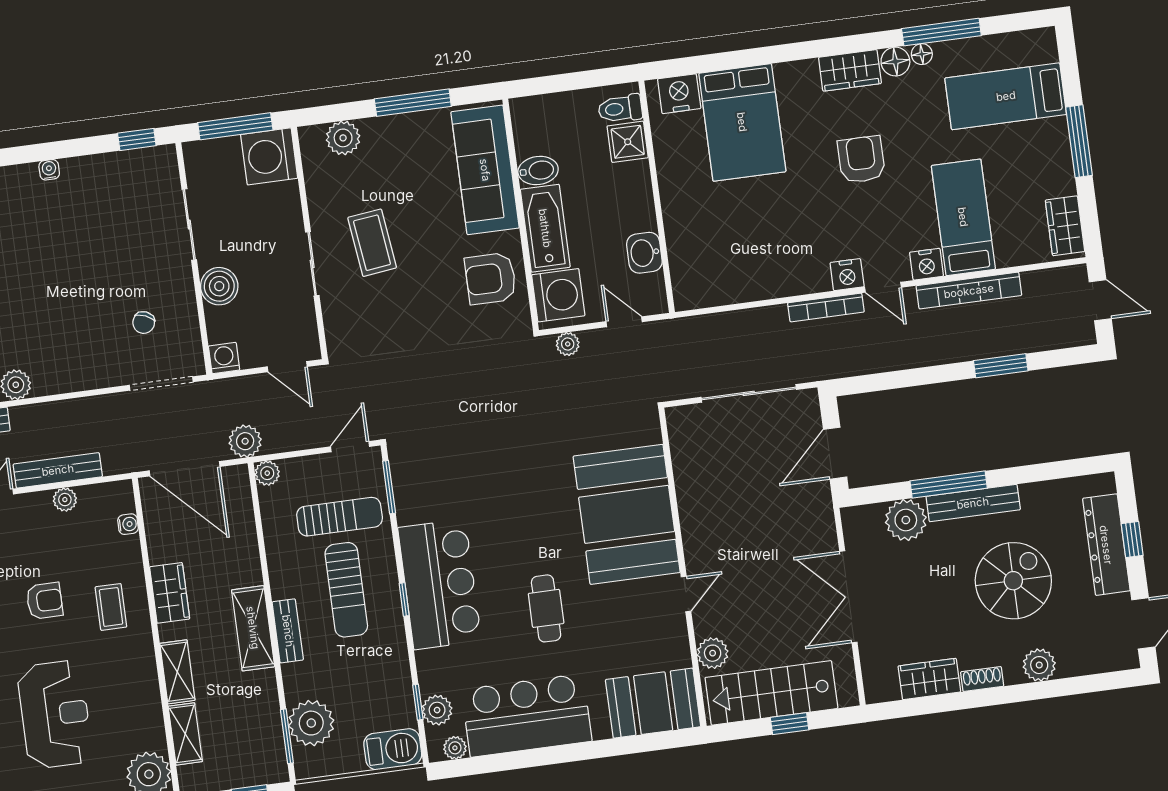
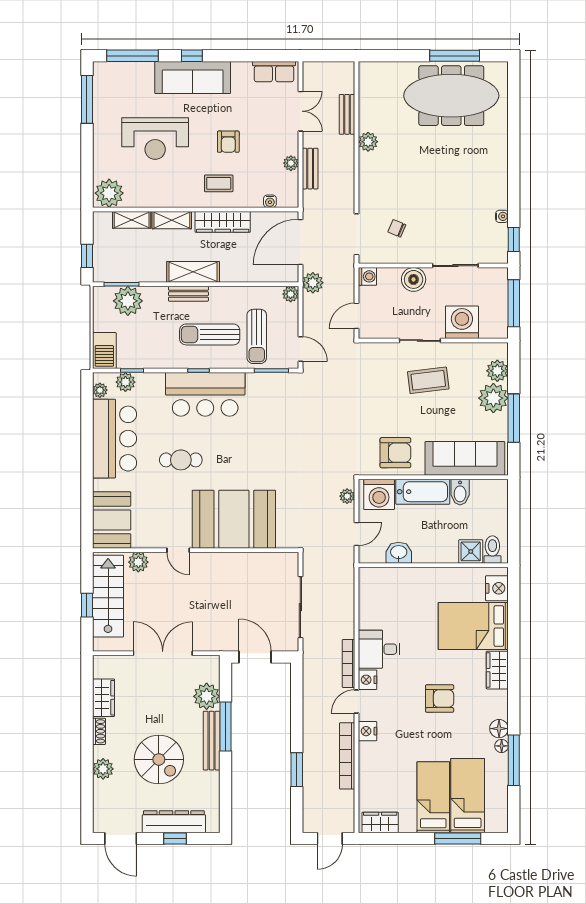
wardrobe: (850, 70) -> (497, 670), moved
plant: (386, 138) -> (493, 398), added
window: (1079, 141) -> (458, 839), moved
washing machine: (269, 156) -> (462, 322), moved
water cooler: (49, 170) -> (502, 216), moved
bed: (963, 217) -> (433, 797), moved, turned -90
desk: (797, 263) -> (379, 649), added
armchair: (491, 279) -> (395, 453), turned 90
bench: (58, 470) -> (310, 169), width x0.73
wardrobe: (170, 593) -> (223, 222), width x1.50

